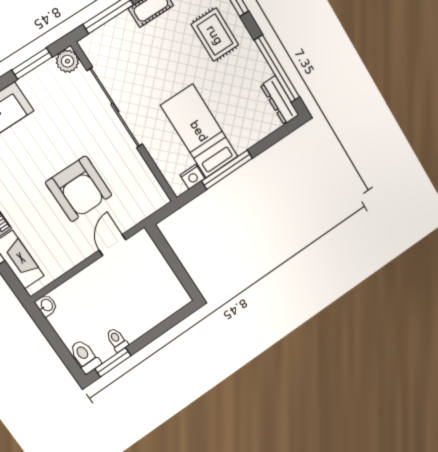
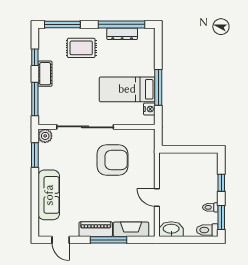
dresser: (280, 100) -> (122, 34), moved
armchair: (79, 189) -> (112, 160), moved
door: (113, 245) -> (157, 197), moved
washbasin: (46, 305) -> (171, 229), width x1.91, depth x1.45
window: (158, 331) -> (221, 183), added

